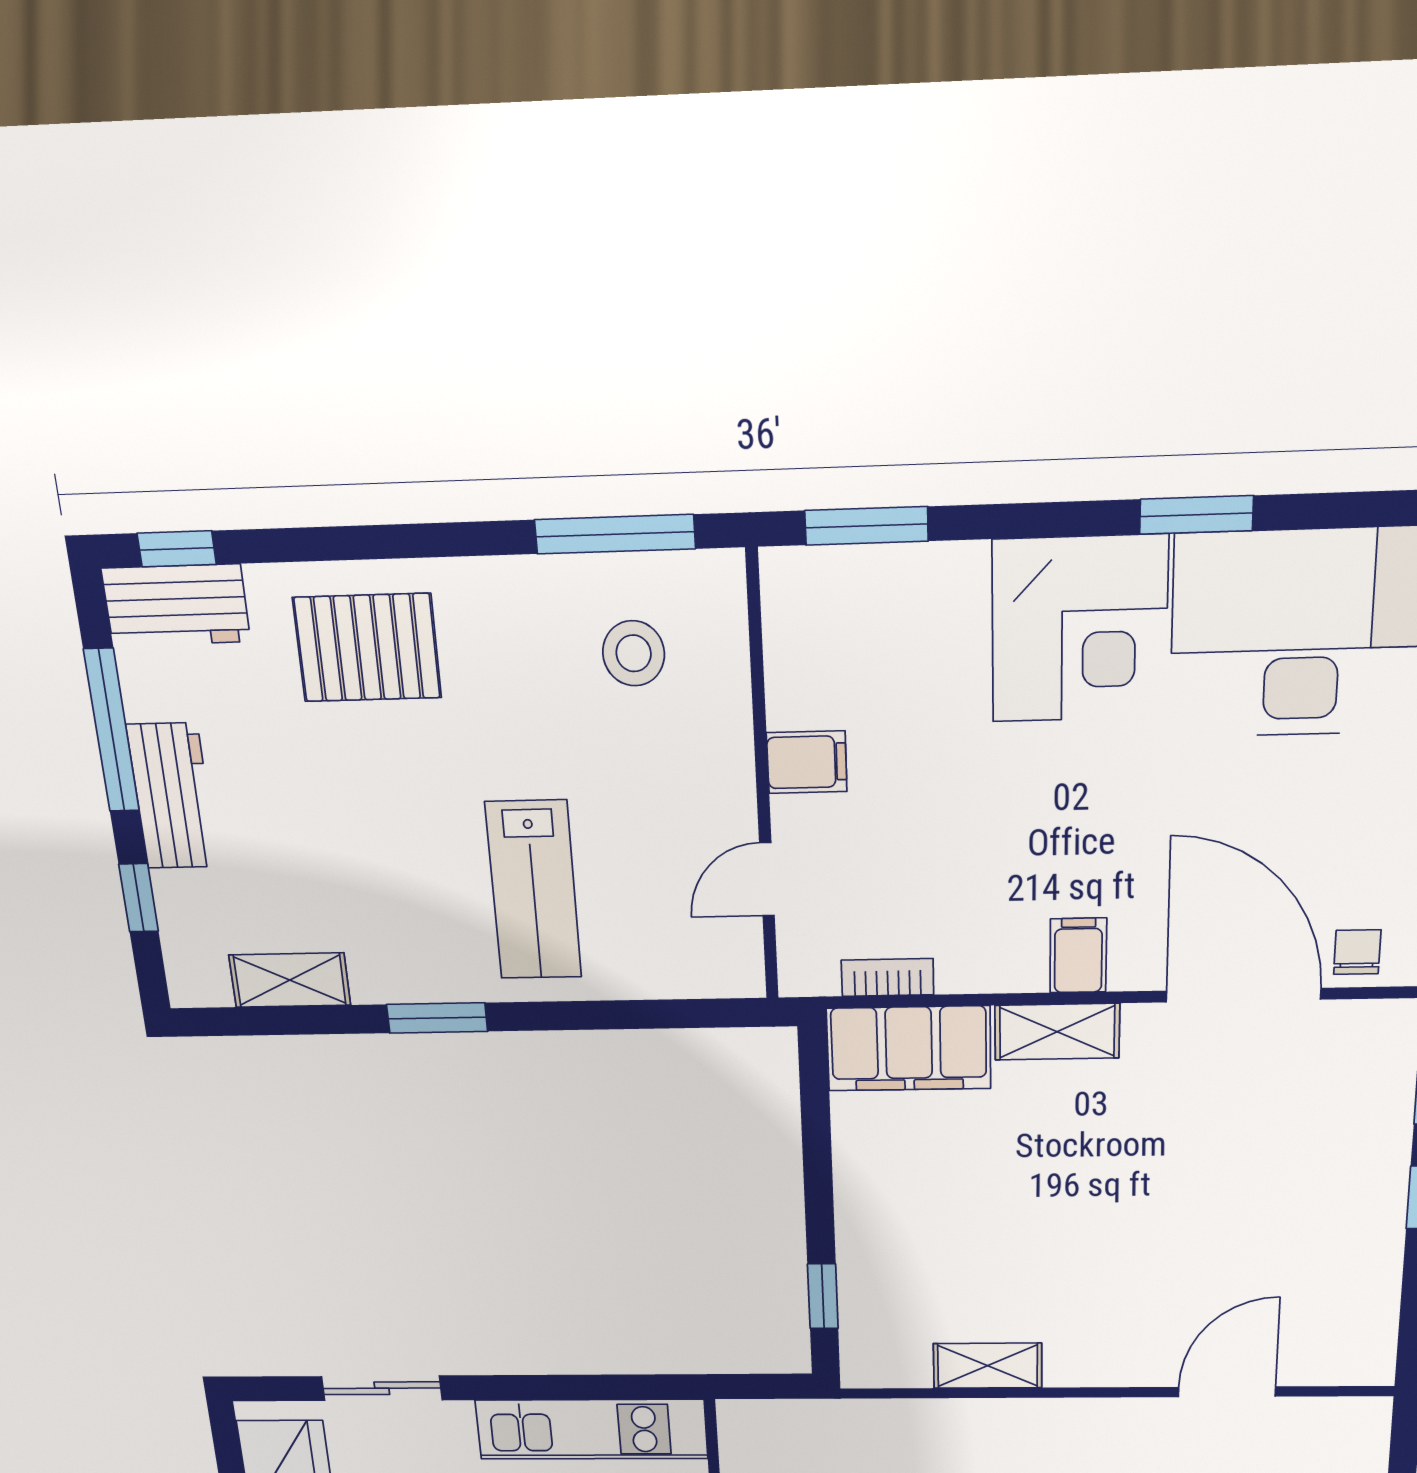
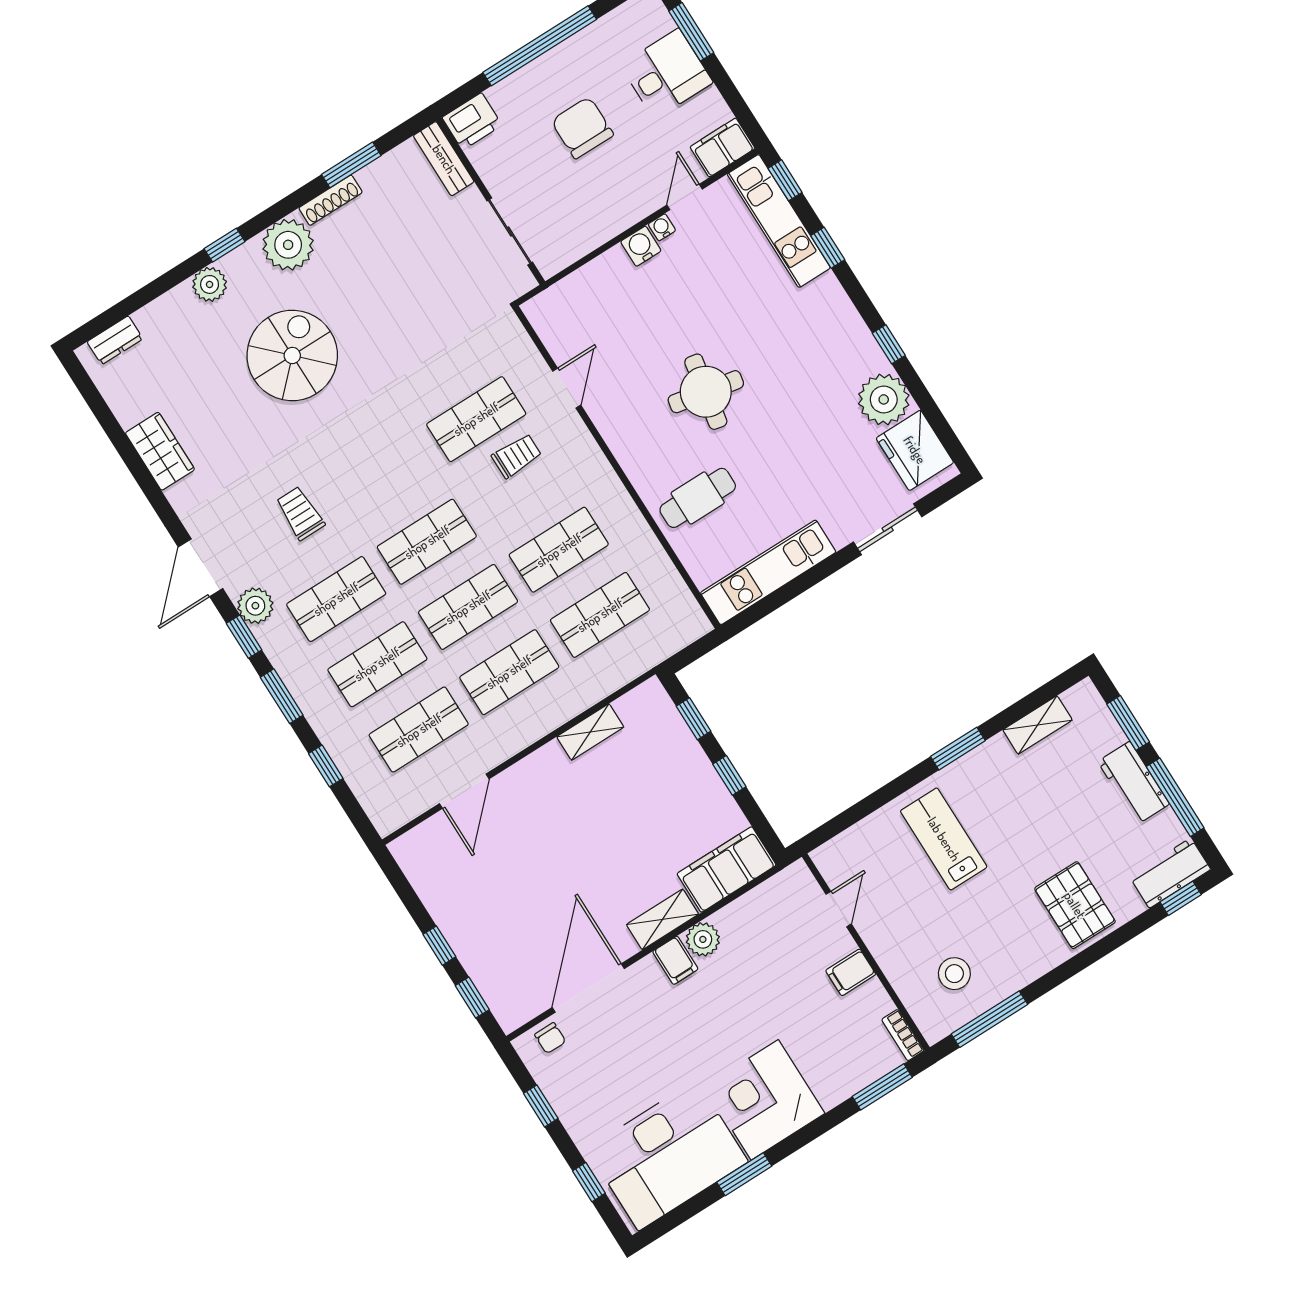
pallet: (367, 648) -> (1075, 905), turned 90
window: (139, 898) -> (1128, 723), width x1.50
plant: (1014, 962) -> (703, 939), added
bookcase: (888, 977) -> (903, 1035), moved, turned 90
door: (1243, 995) -> (588, 988), swing flipped
window: (818, 1185) -> (729, 775), added

